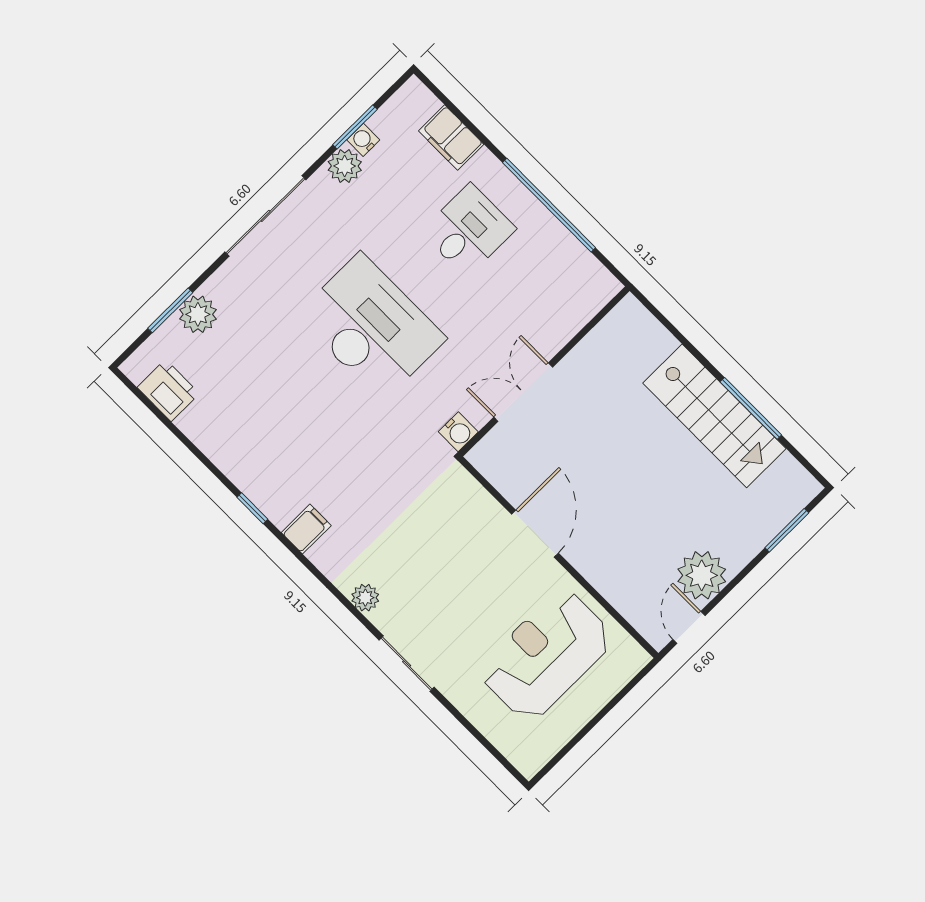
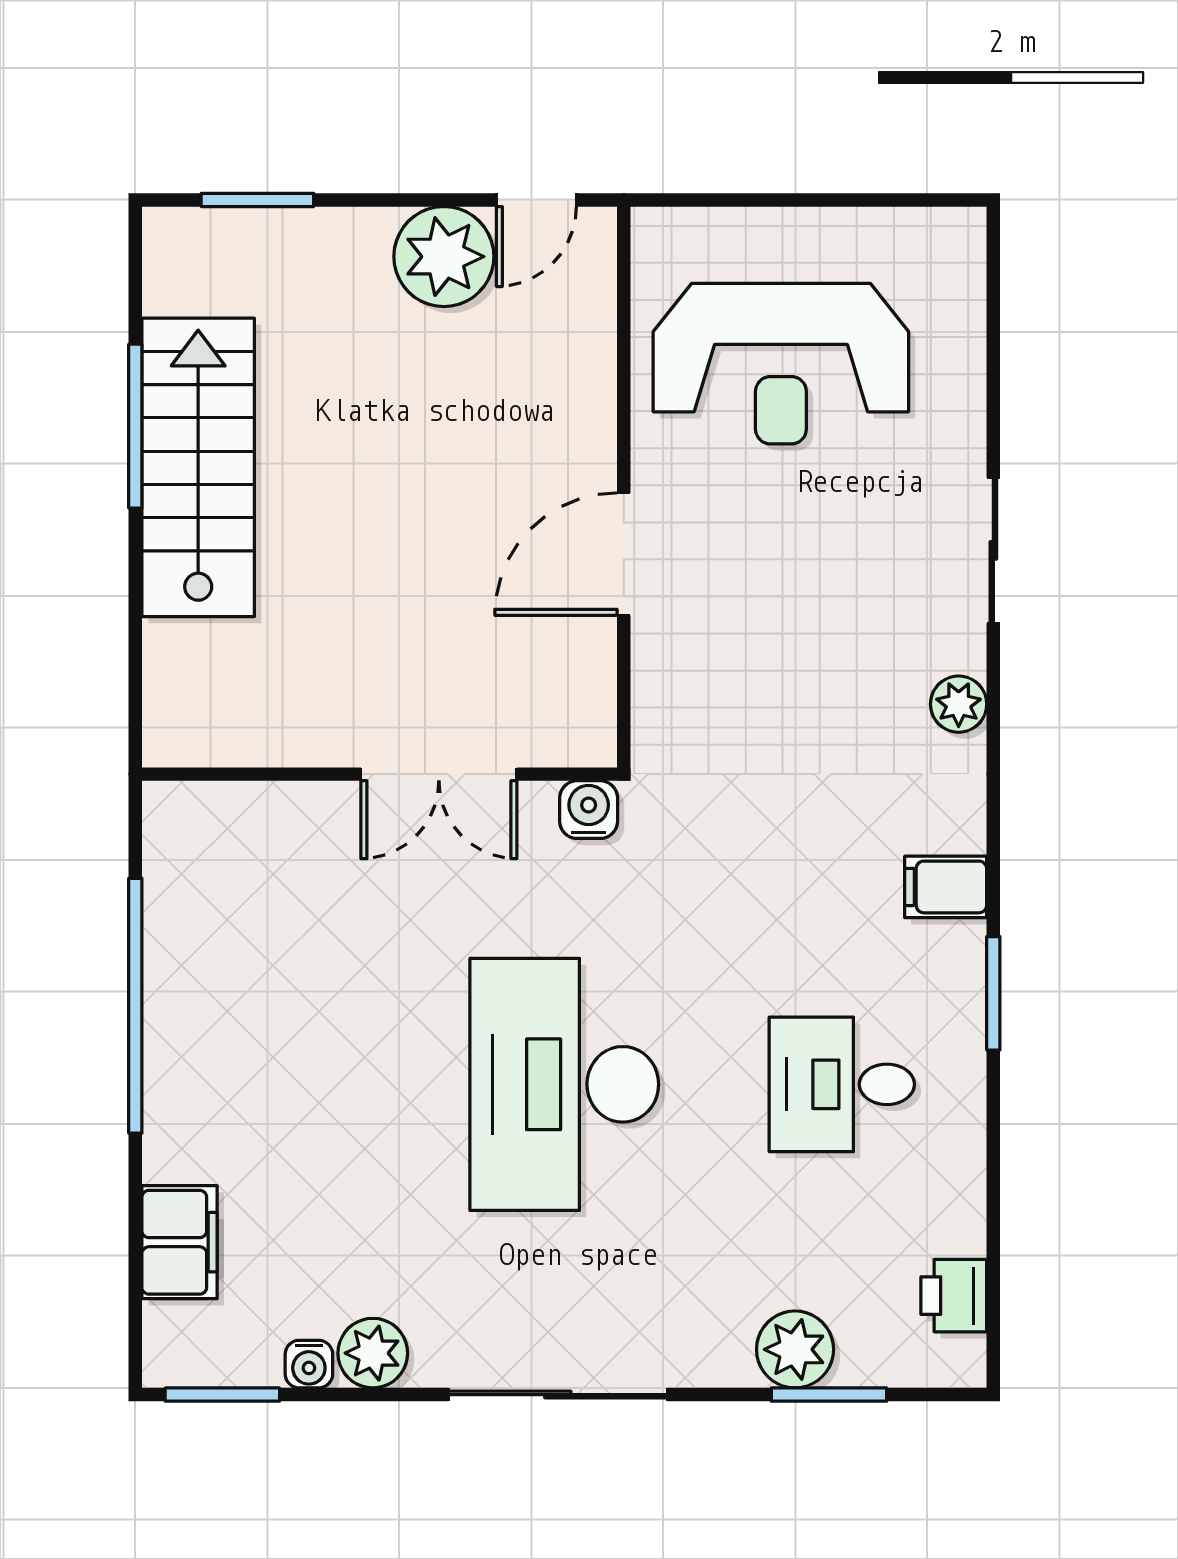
window: (355, 127) -> (222, 1395), moved
desk: (468, 230) -> (842, 1084), moved
printer: (168, 390) -> (954, 1296), width x0.73, depth x0.81
window: (252, 508) -> (993, 993), width x1.50

